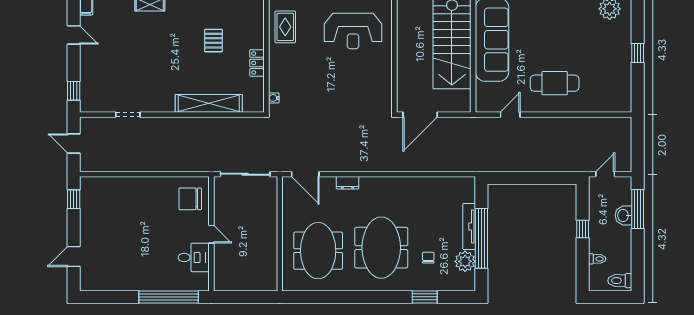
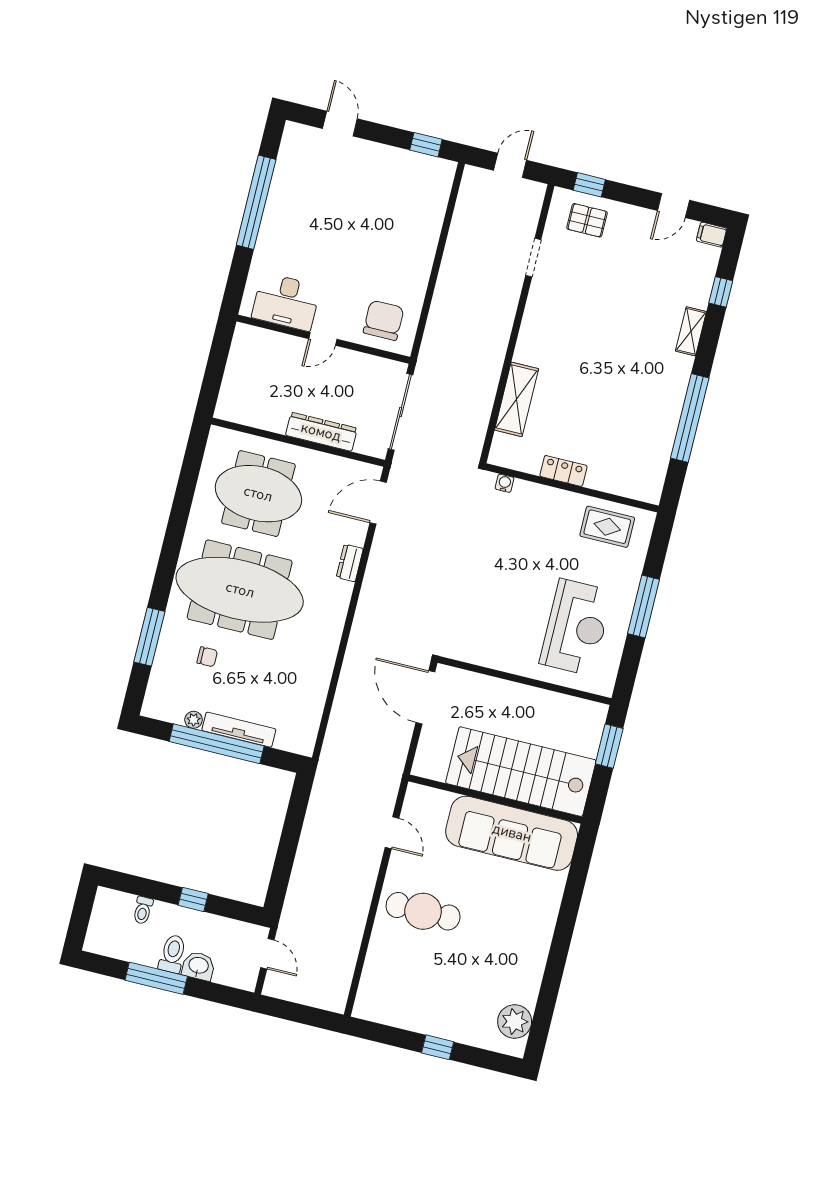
reception desk: (353, 31) -> (576, 627), turned 180
pallet: (213, 41) -> (587, 220), moved
cafe table: (555, 83) -> (423, 911), turned 90
shelving: (209, 103) -> (517, 399), width x0.68
window: (638, 209) -> (156, 978), moved
dresser: (270, 221) -> (321, 432), added
meeting table: (381, 248) -> (240, 590), width x1.36
desk: (194, 257) -> (286, 302), width x1.37
plant: (465, 261) -> (194, 720), width x0.53, depth x0.53
toilet: (620, 281) -> (173, 954), moved
window: (169, 297) -> (256, 202), moved
window: (425, 297) -> (149, 637), width x1.44

